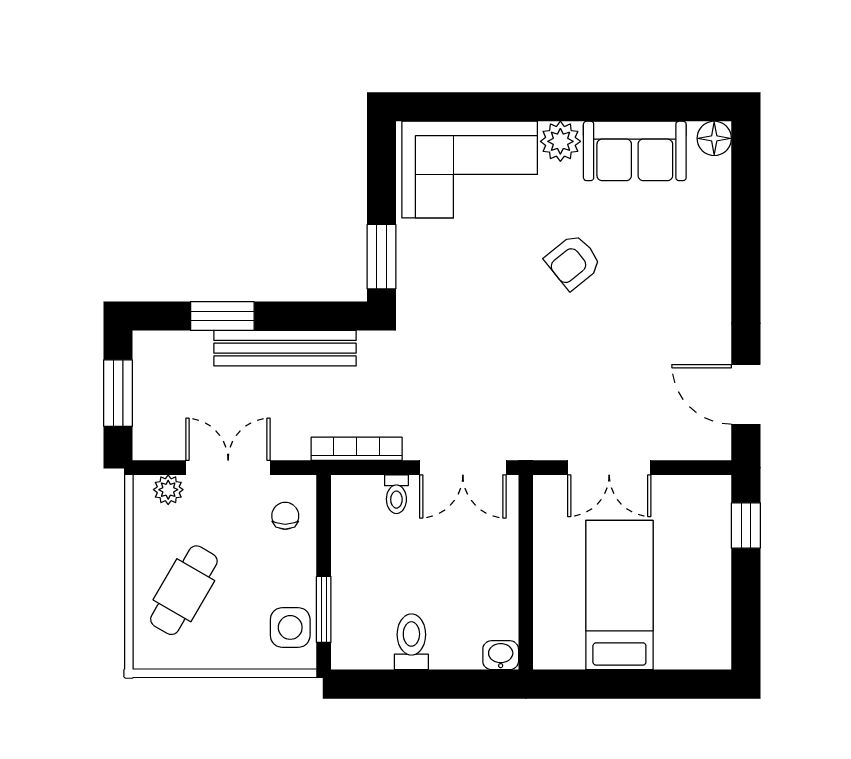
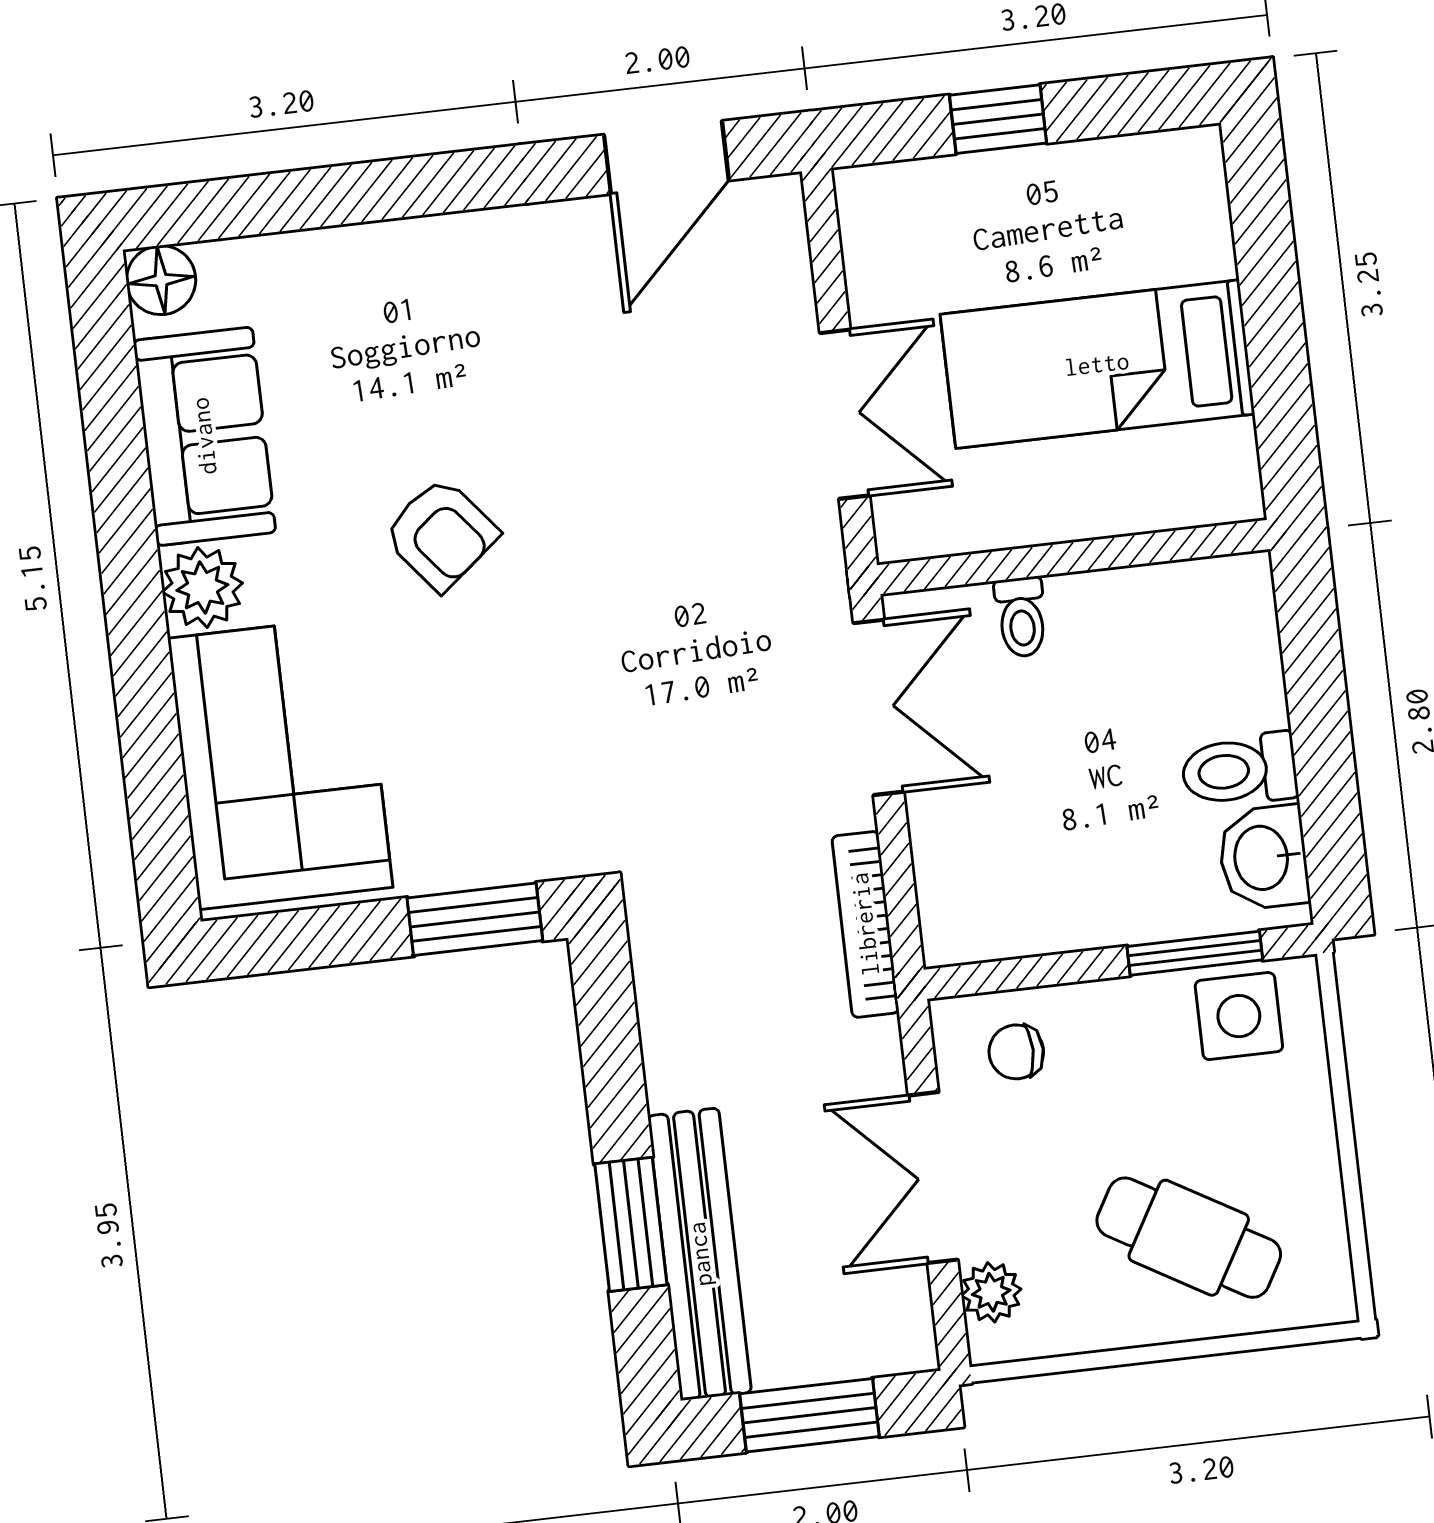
bench: (285, 348) -> (700, 1254), moved
toilet: (396, 494) -> (1021, 617), moved, turned 90
window: (746, 525) -> (998, 119), moved
washbasin: (501, 655) -> (1264, 858), moved, width x1.38, depth x1.45

